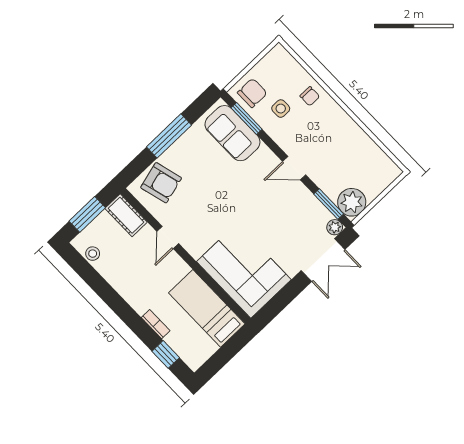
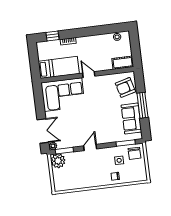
sofa: (232, 133) -> (131, 119), moved, turned -90
window: (87, 214) -> (135, 47), removed
door: (168, 237) -> (89, 75), moved
double door: (323, 260) -> (43, 131), swing flipped

